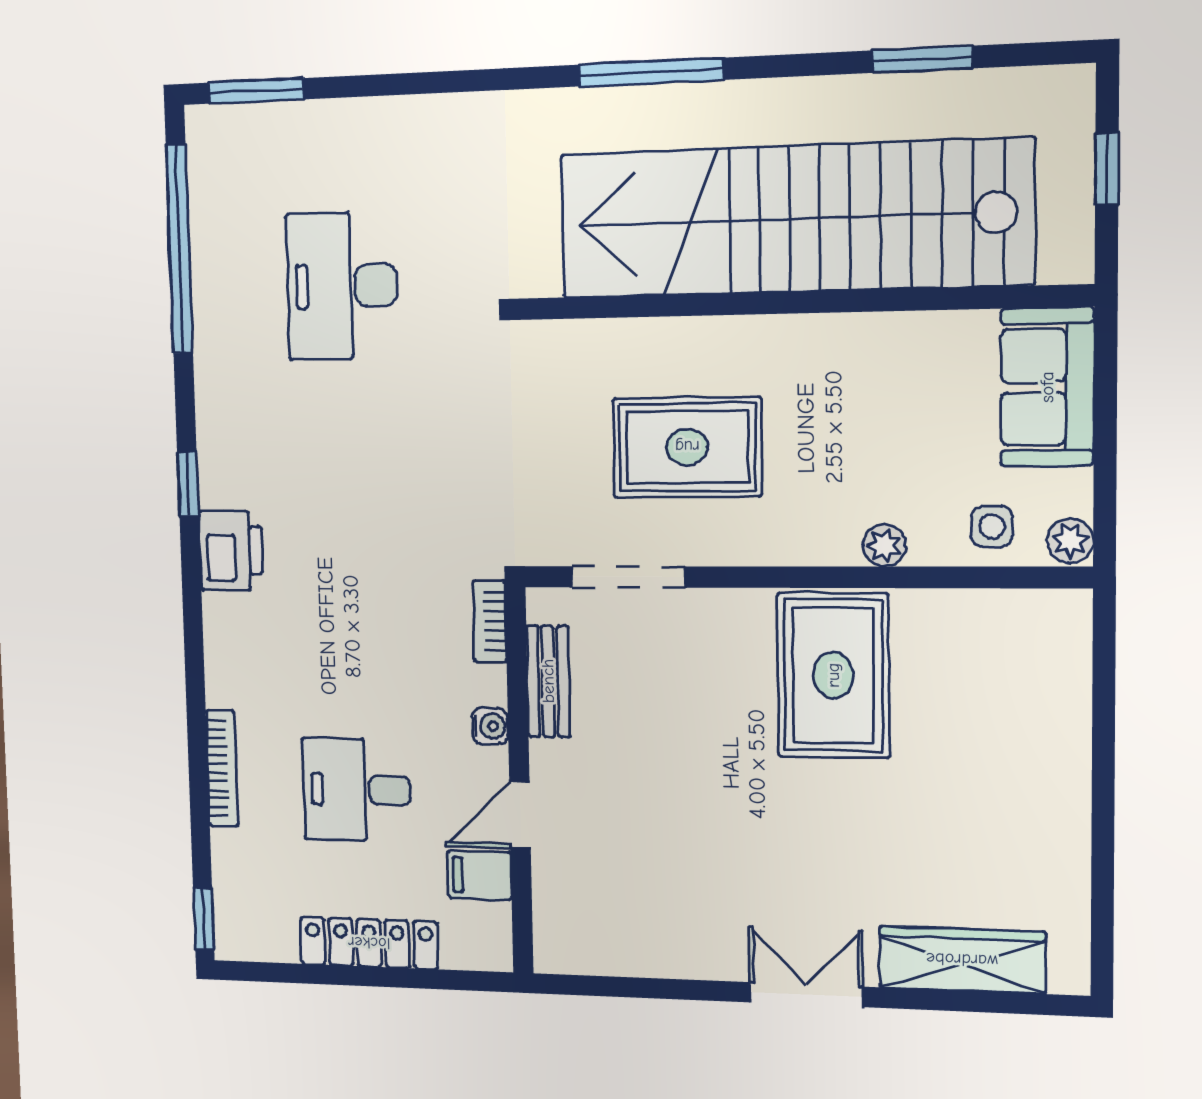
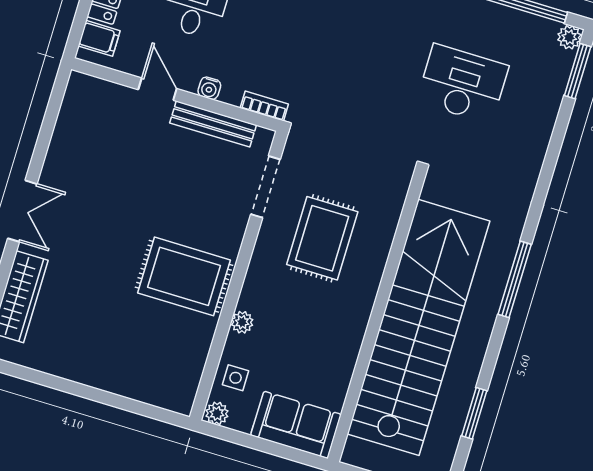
plant: (205, 126) -> (569, 37), added
bench: (548, 681) -> (213, 124), width x1.36
filing cabinet: (480, 875) -> (99, 38), moved, turned 90

